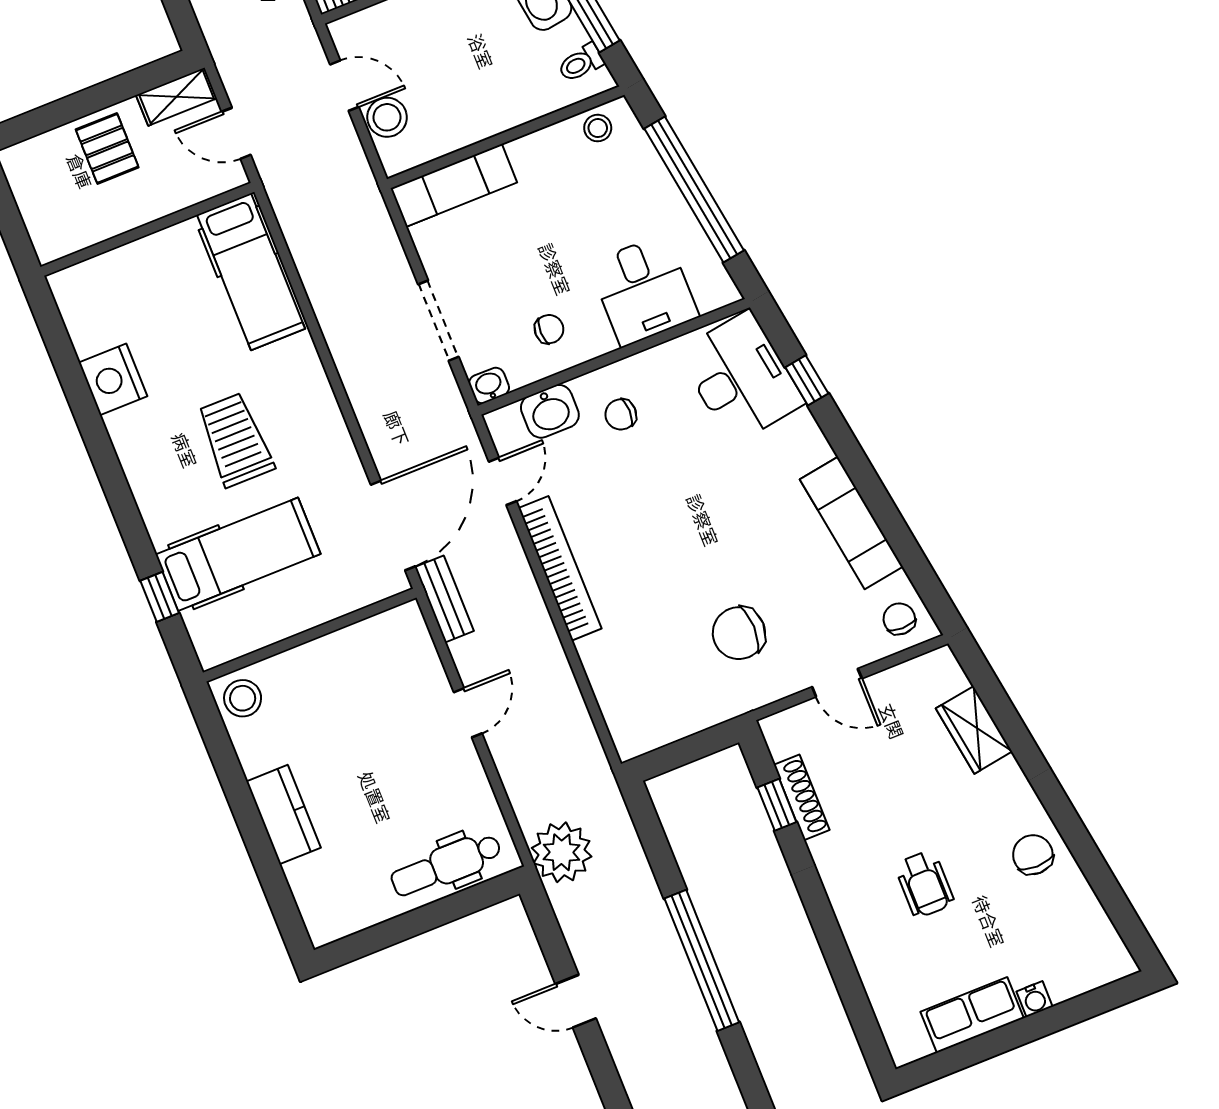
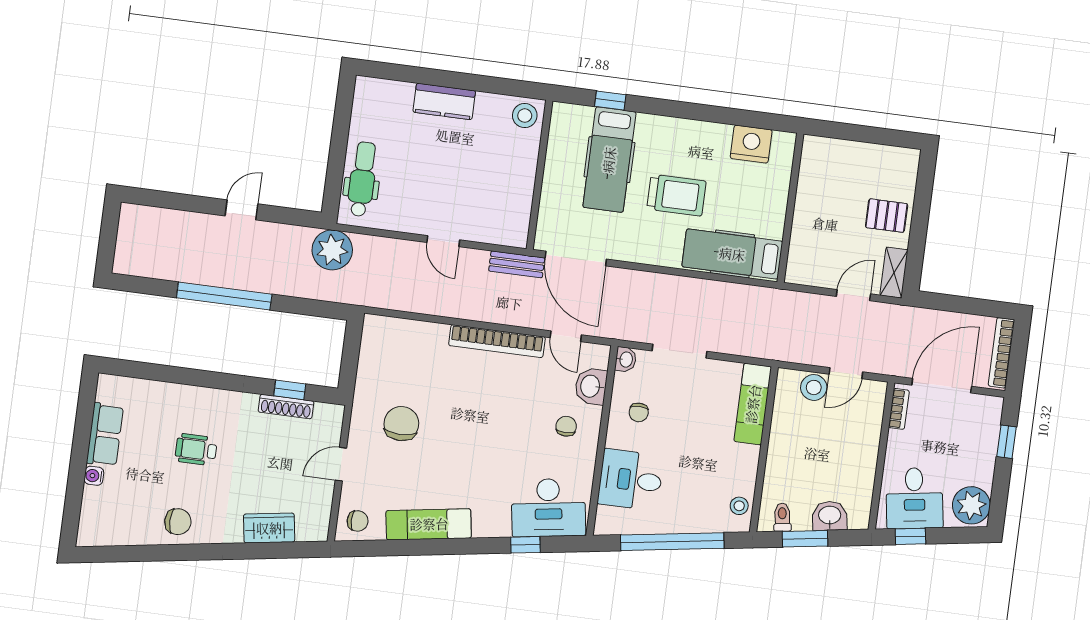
wall: (147, 229) -> (790, 208), moved
hospital bed: (251, 272) -> (732, 254), moved

